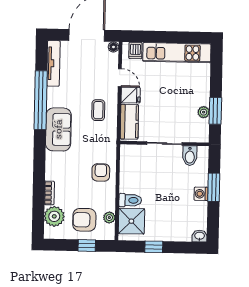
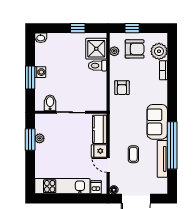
tv unit: (53, 63) -> (162, 159), moved
coffee table: (98, 110) -> (133, 154), moved

